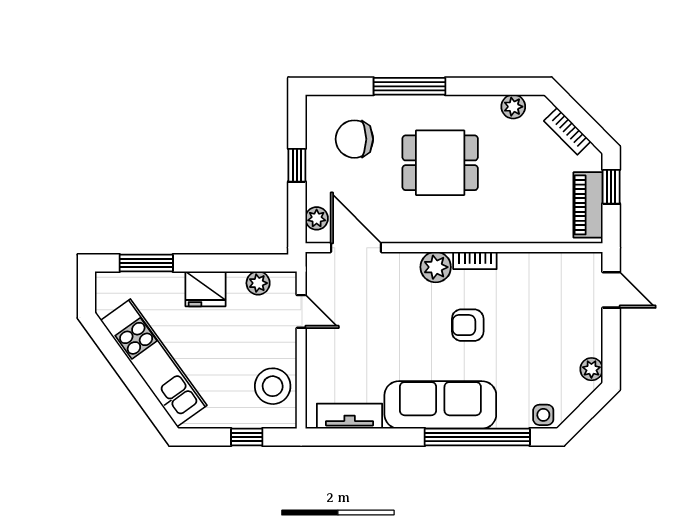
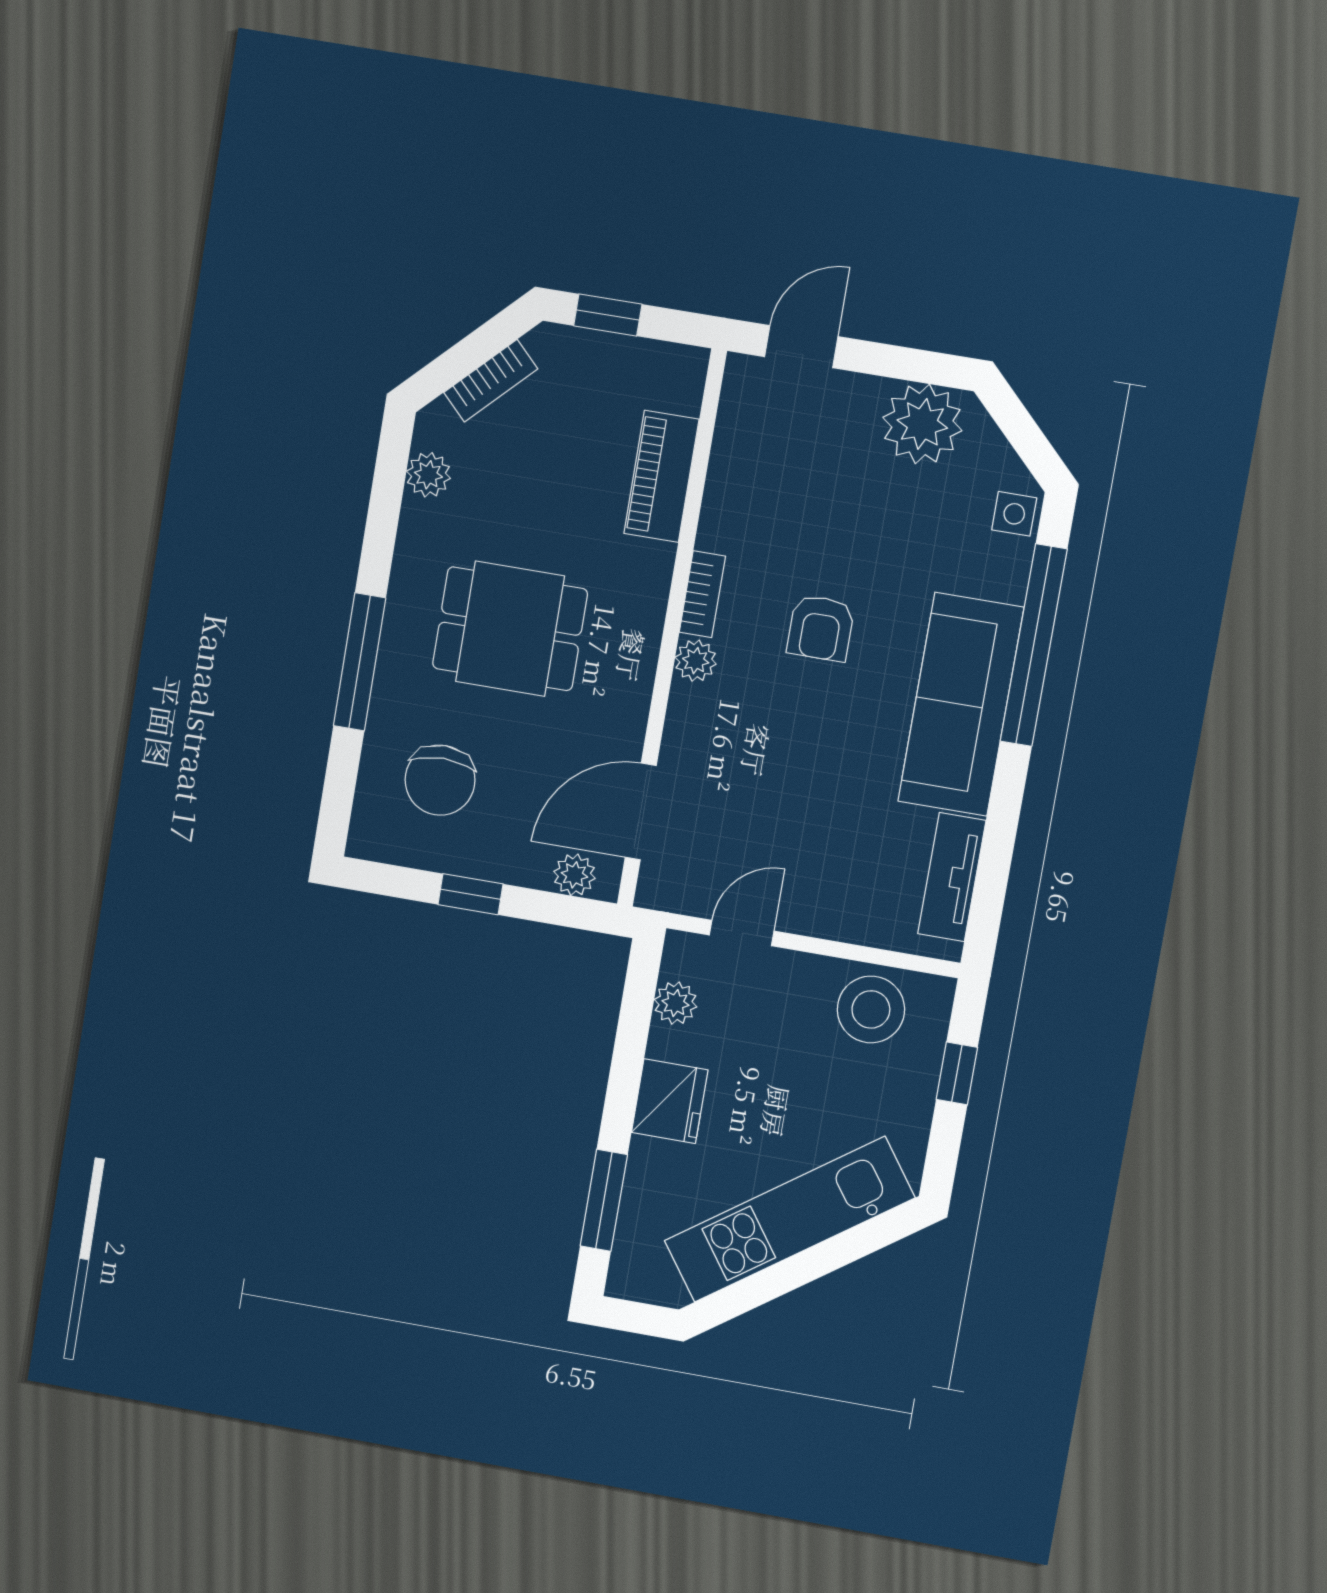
dining table: (440, 163) -> (510, 629), turned 90
piano: (588, 205) -> (661, 476), moved, turned 90
plant: (436, 267) -> (696, 661), width x0.73, depth x0.73
plant: (591, 369) -> (922, 424), width x1.88, depth x1.88

